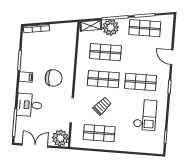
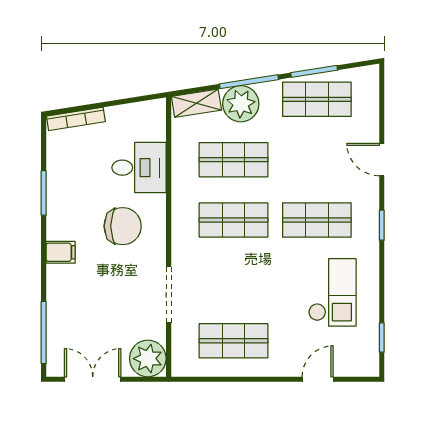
filing cabinet: (26, 77) -> (61, 252), moved
desk: (29, 105) -> (139, 168), moved, turned 180
trolley: (102, 106) -> (235, 280), removed
door: (135, 153) -> (318, 379), added

